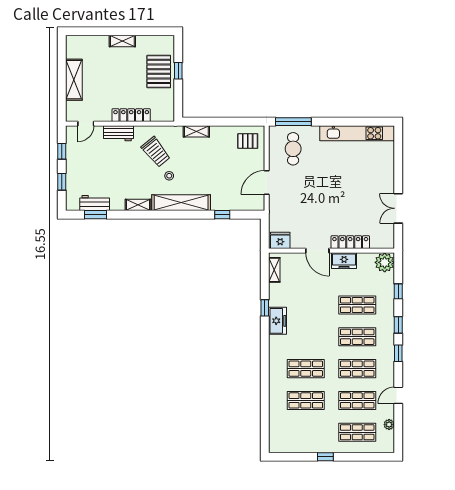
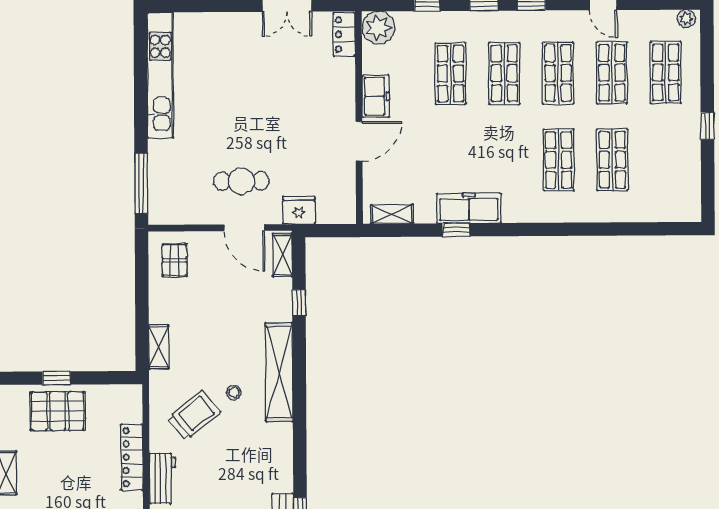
cafe table: (293, 149) -> (241, 181), moved
shelving: (138, 205) -> (282, 255), moved
fridge: (280, 240) -> (299, 210), moved, turned 90
locker: (350, 242) -> (344, 34), moved, width x0.66
freezer: (277, 321) -> (469, 208), width x1.40
plant: (389, 425) -> (686, 19), moved

